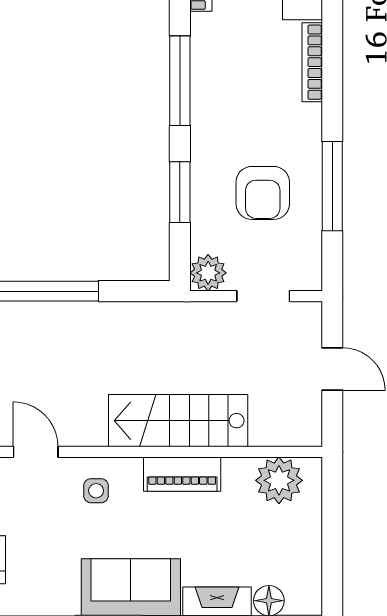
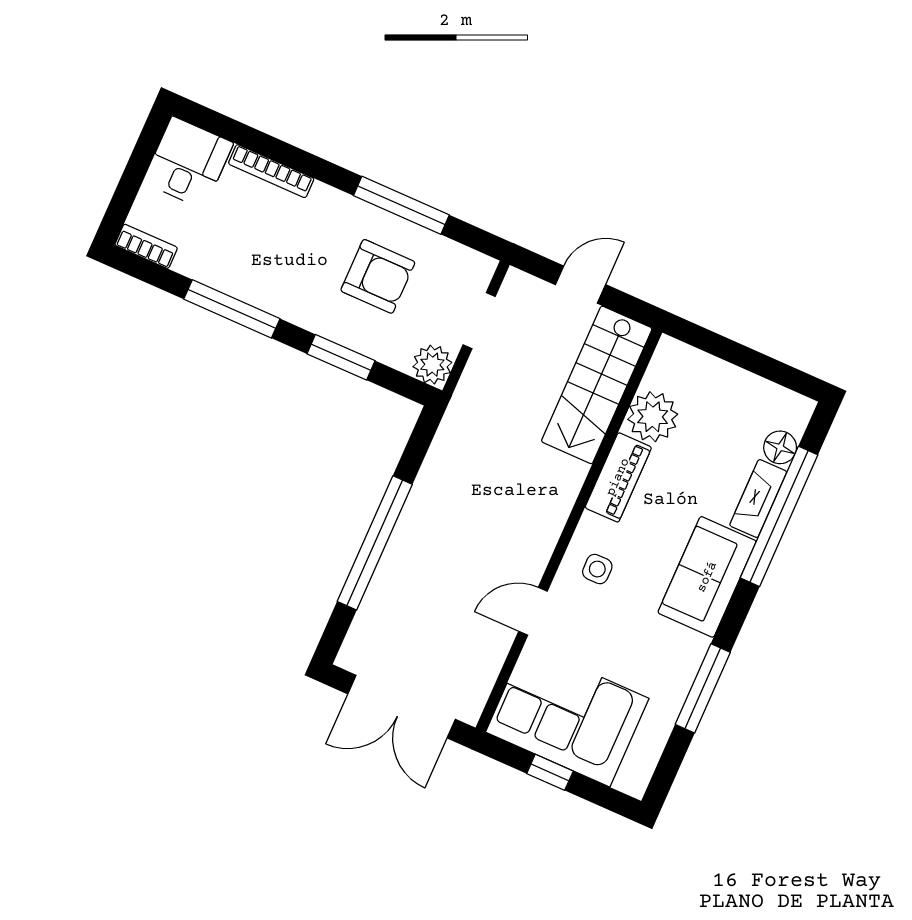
stairs: (178, 421) -> (597, 385), moved
plant: (279, 480) -> (653, 417), moved

